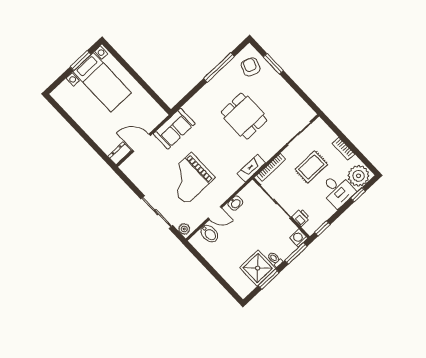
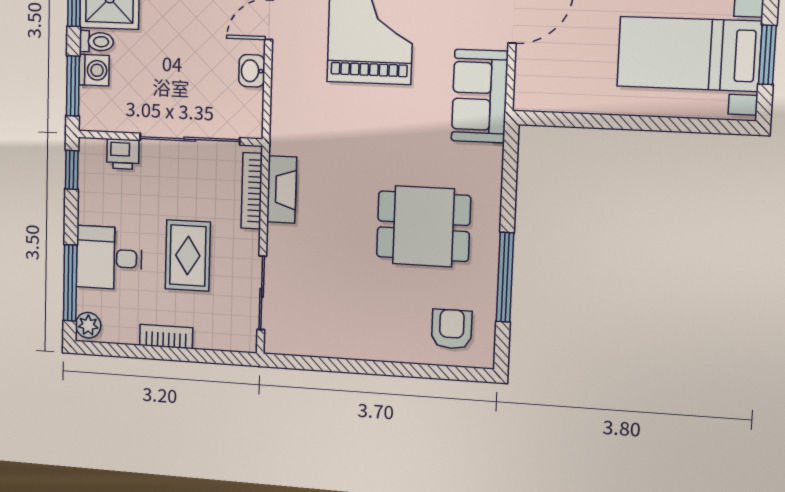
window: (273, 64) -> (418, 371), removed
armchair: (251, 67) -> (452, 329), turned -111
dining table: (244, 116) -> (423, 226), moved
fireplace: (251, 168) -> (282, 190), moved
plant: (359, 176) -> (88, 325), width x0.53, depth x0.53
window: (358, 195) -> (70, 283), width x2.17
washing machine: (299, 238) -> (94, 70), moved

